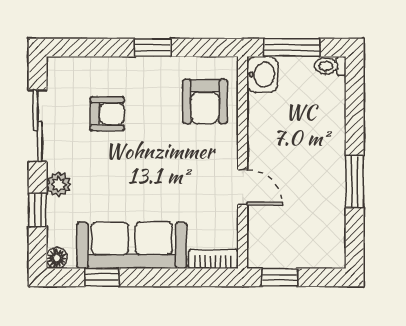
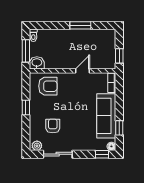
plant: (59, 184) -> (37, 146), moved
window: (38, 210) -> (102, 154), moved

